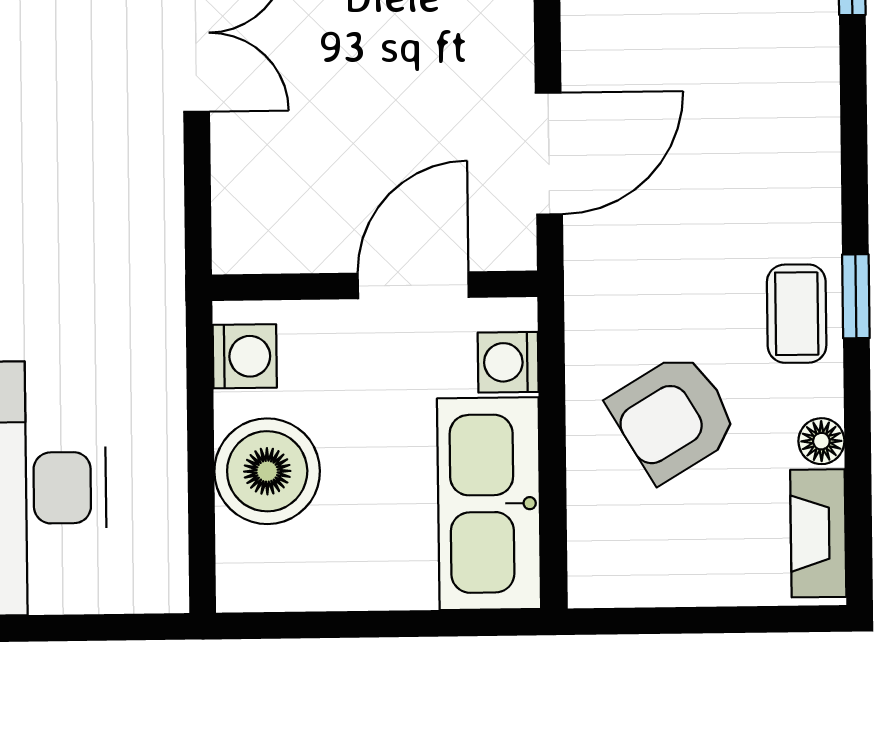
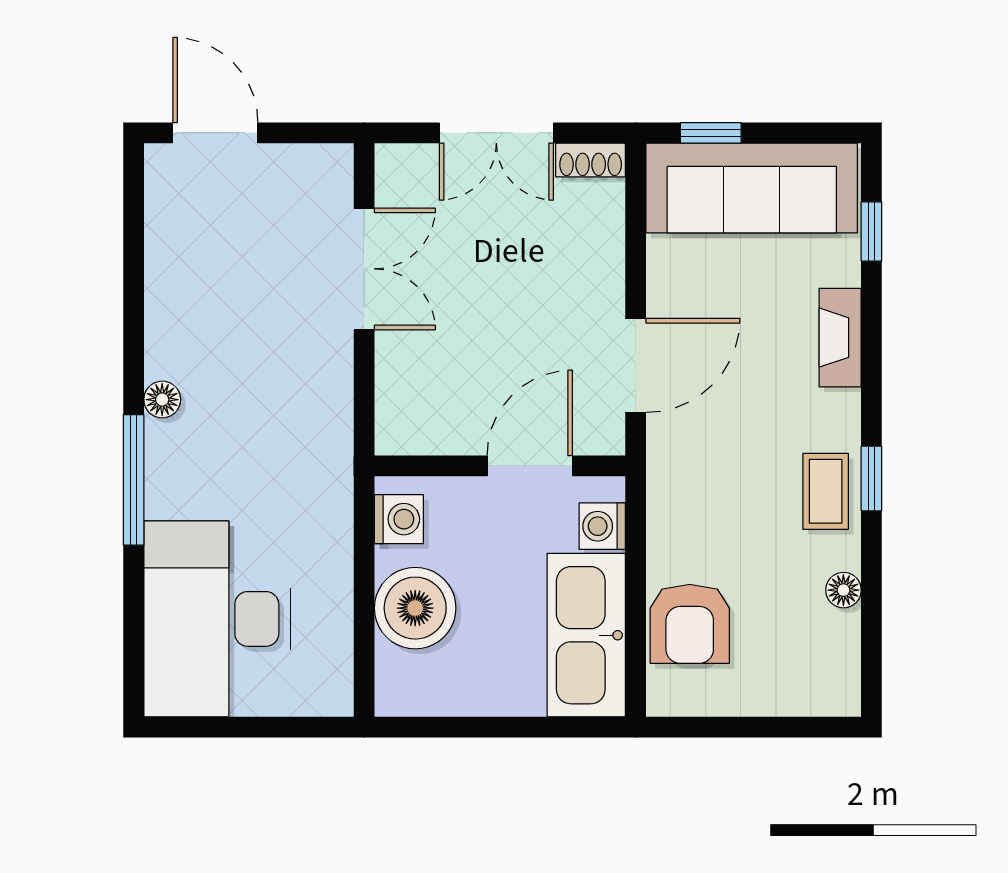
armchair: (673, 417) -> (690, 624), moved, turned -59
fireplace: (818, 533) -> (840, 338), moved

